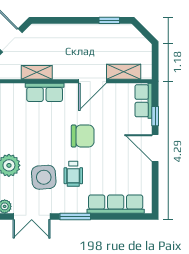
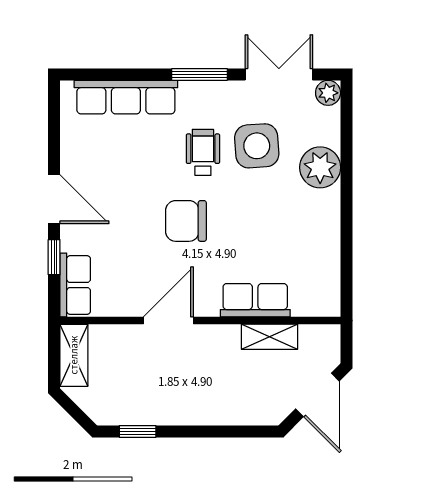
shelving: (124, 72) -> (74, 355), moved, turned 90

